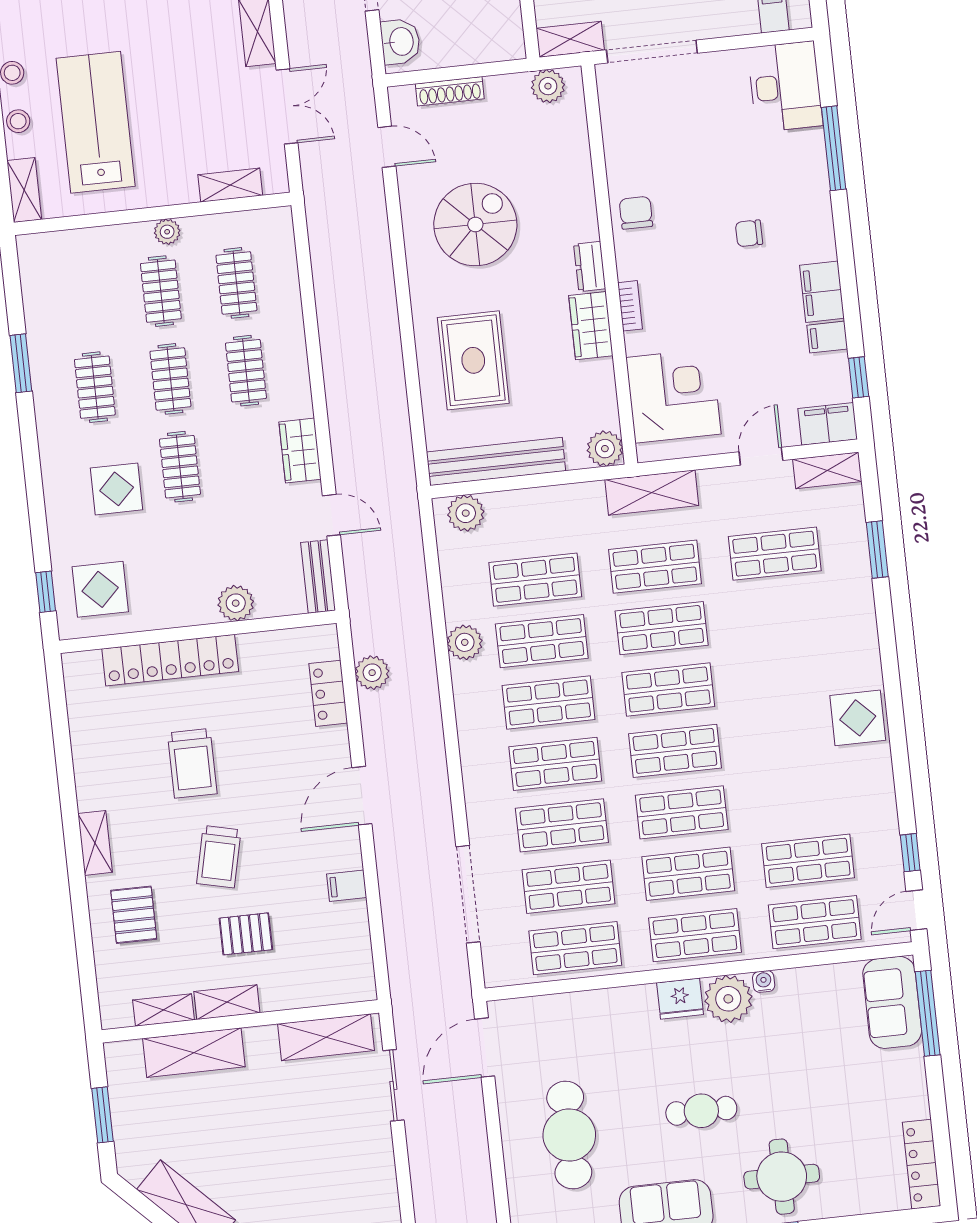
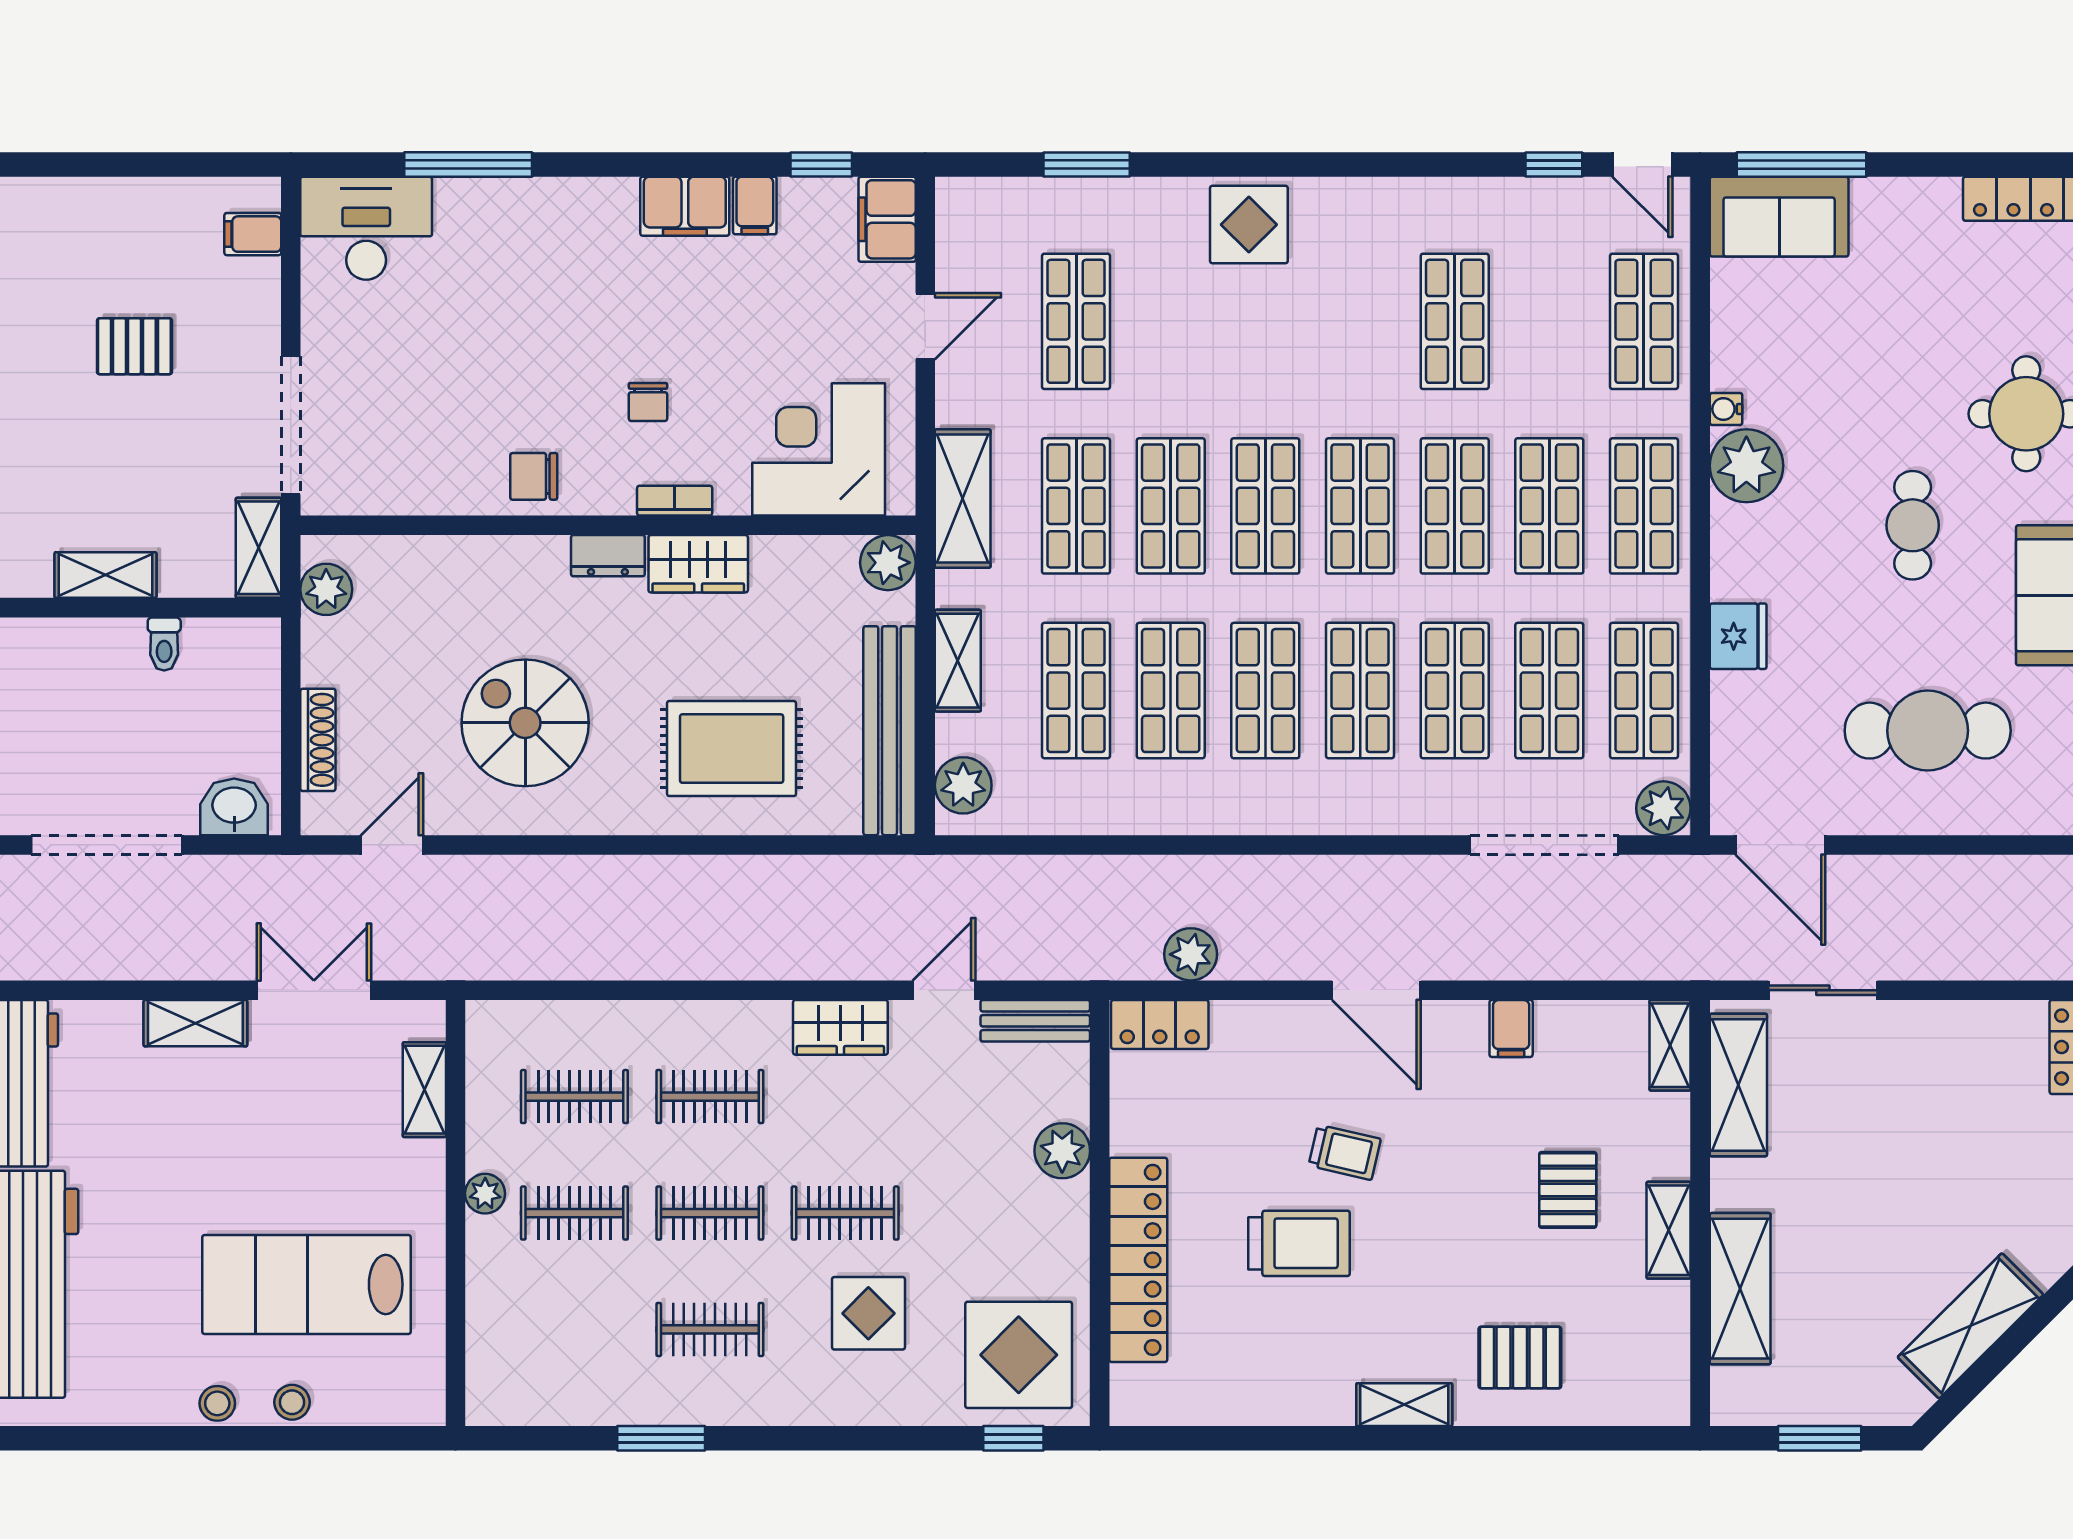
shelving: (24, 190) -> (398, 1405), removed
chair: (749, 233) -> (648, 402), moved
door: (761, 456) -> (925, 326), swing flipped
shelving: (827, 470) -> (958, 661), moved
display table: (100, 589) -> (1019, 1355), width x1.36, depth x1.36
plant: (465, 642) -> (1663, 808), moved
locker: (328, 693) -> (1160, 1025), moved
display table: (858, 718) -> (1249, 225), moved
trolley: (219, 857) -> (1345, 1152), moved, width x0.73, depth x0.72
shop shelf: (808, 861) -> (1455, 321), moved
fridge: (680, 999) -> (1738, 636), moved
shelving: (164, 1010) -> (1670, 1045), moved

